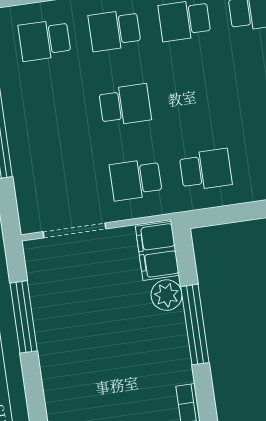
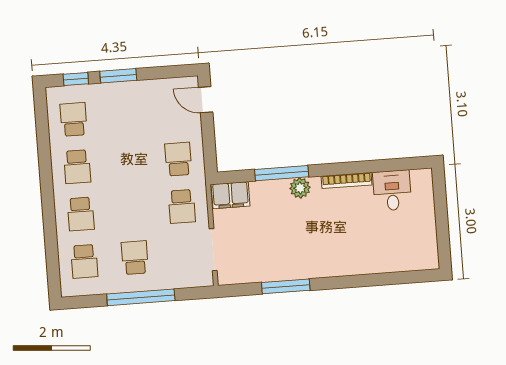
school desk: (125, 105) -> (135, 258), moved
plant: (167, 295) -> (300, 188), moved
window: (24, 317) -> (286, 286), moved

